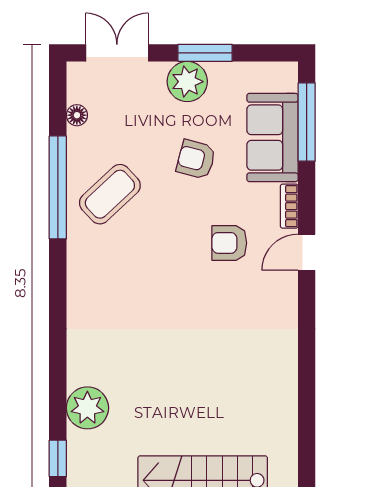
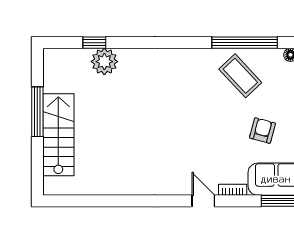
armchair: (229, 243) -> (209, 152), removed
window: (58, 458) -> (94, 43), moved

